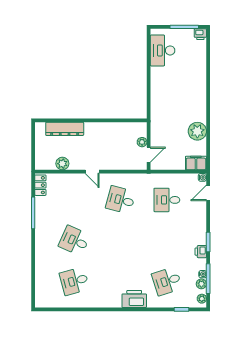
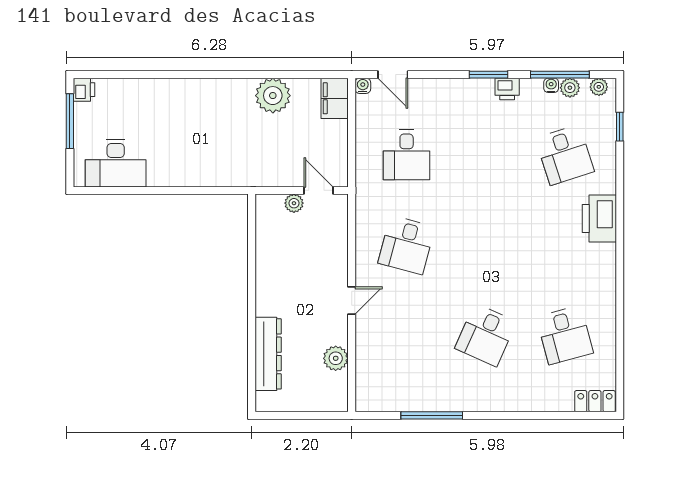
locker: (40, 185) -> (595, 401), moved

